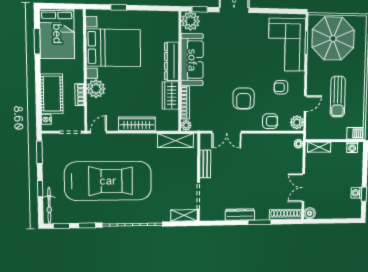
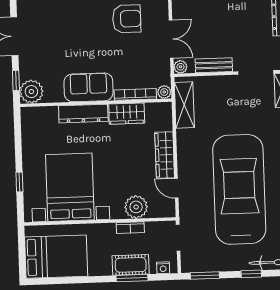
window: (37, 41) -> (132, 278), moved
sofa: (192, 60) -> (89, 87), width x0.73
plant: (96, 89) -> (136, 207), moved
cot: (52, 94) -> (131, 265), width x0.73, depth x0.75
door: (99, 132) -> (176, 188), moved
plant: (205, 138) -> (180, 67), added

